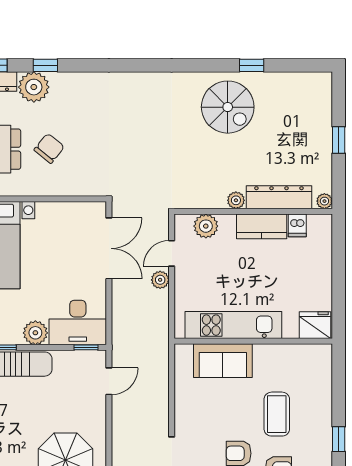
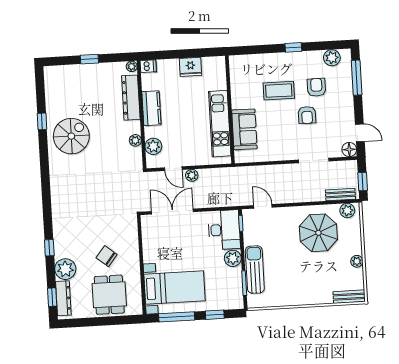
window: (45, 65) -> (49, 248), moved
plant: (236, 200) -> (135, 140), moved
dishwasher: (297, 225) -> (148, 66), moved
fridge: (315, 325) -> (190, 67), moved, turned -90

